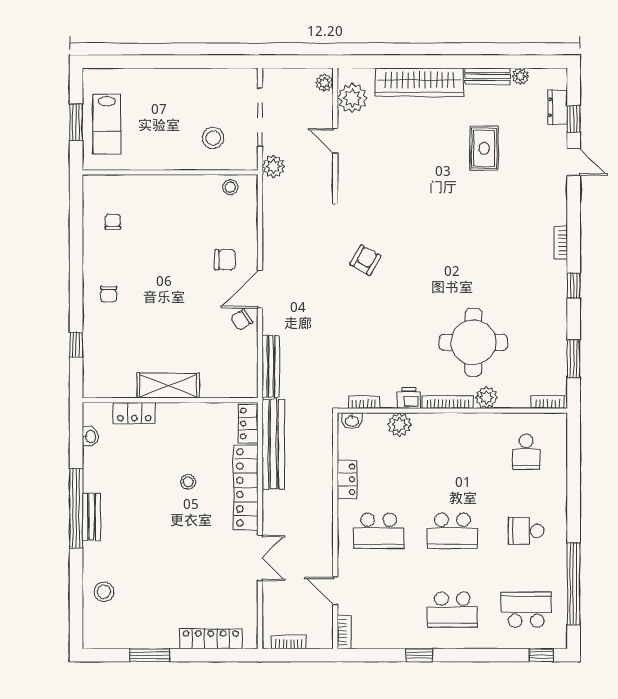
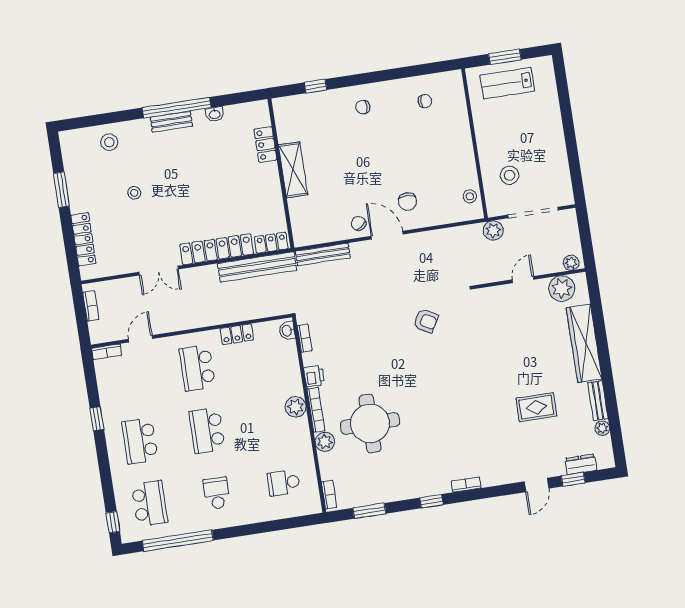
plant: (399, 425) -> (296, 407), moved
washbasin: (90, 436) -> (215, 114), moved
stool: (188, 482) -> (134, 193), moved

